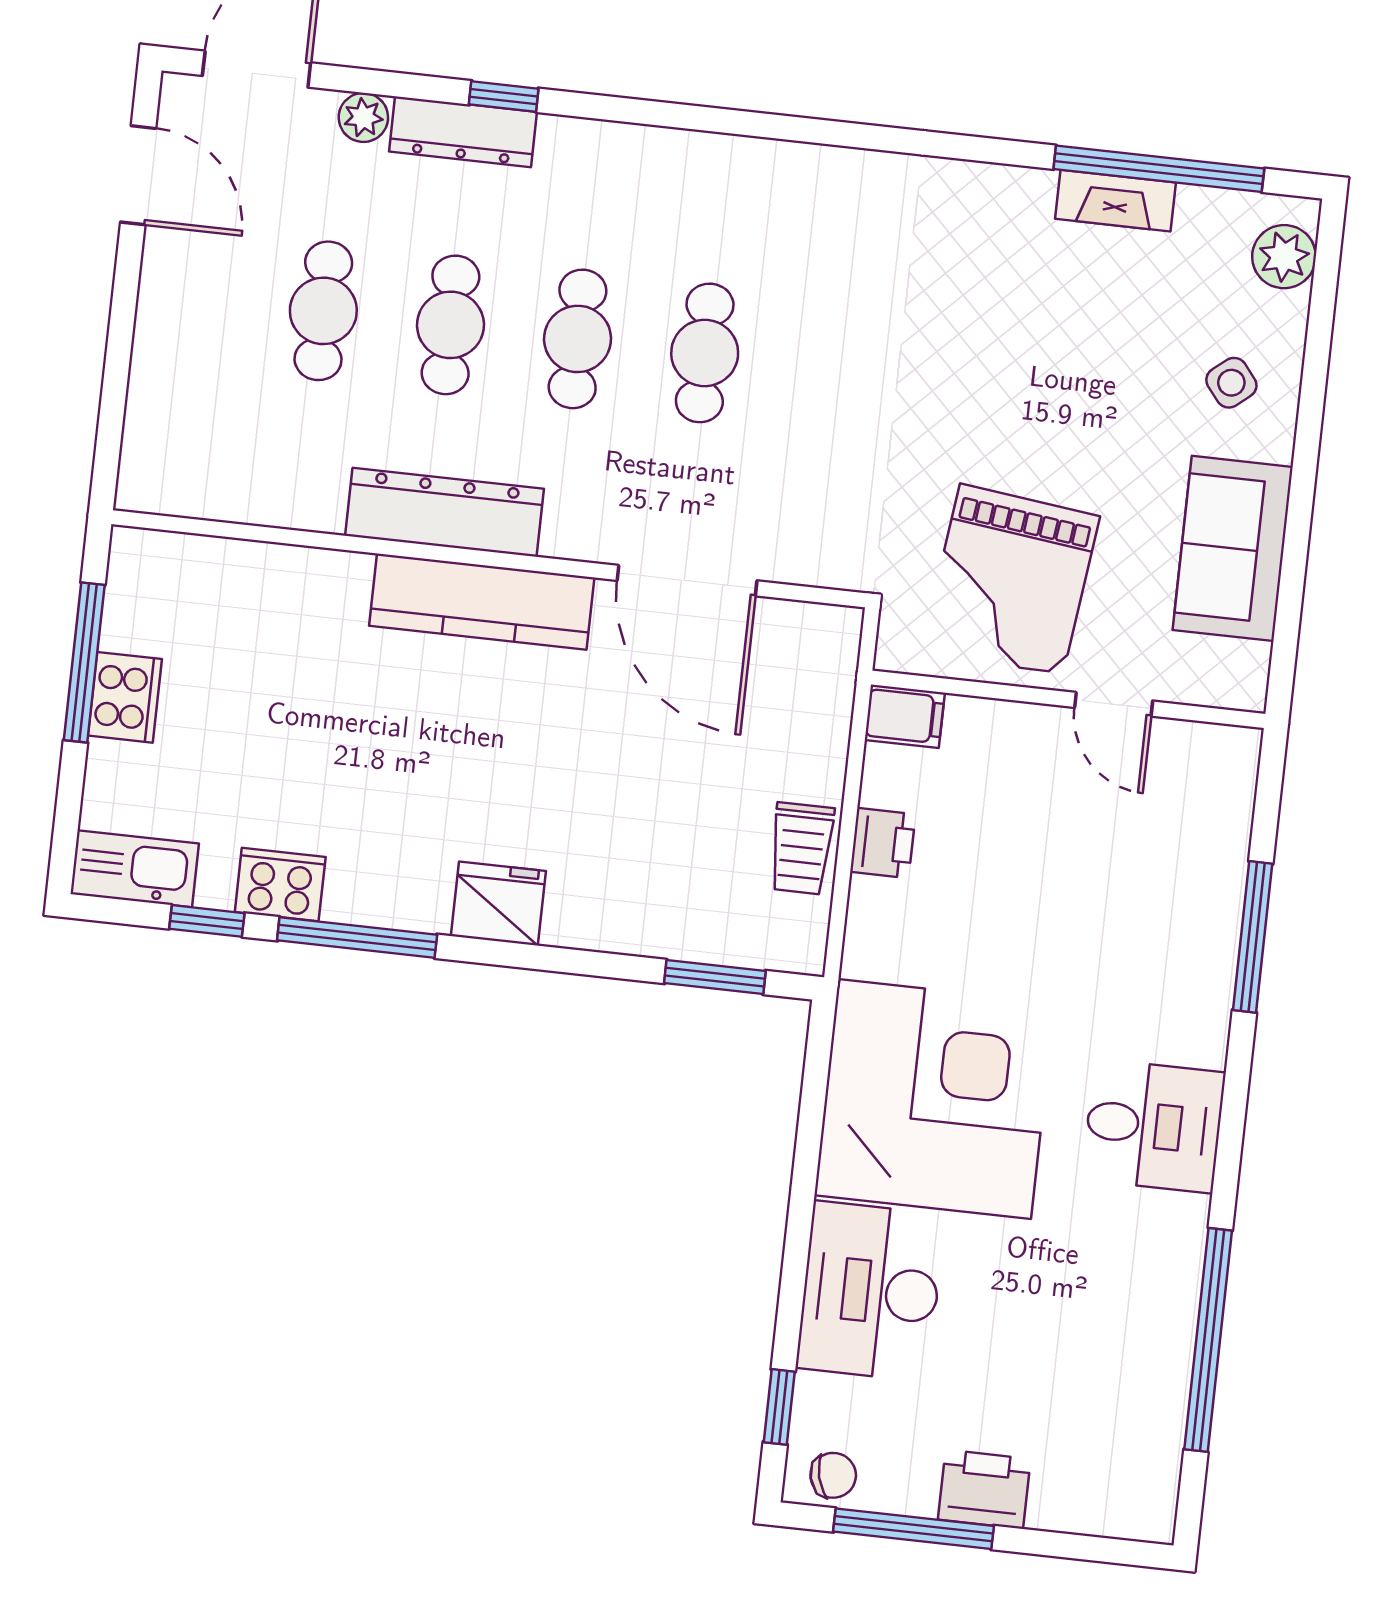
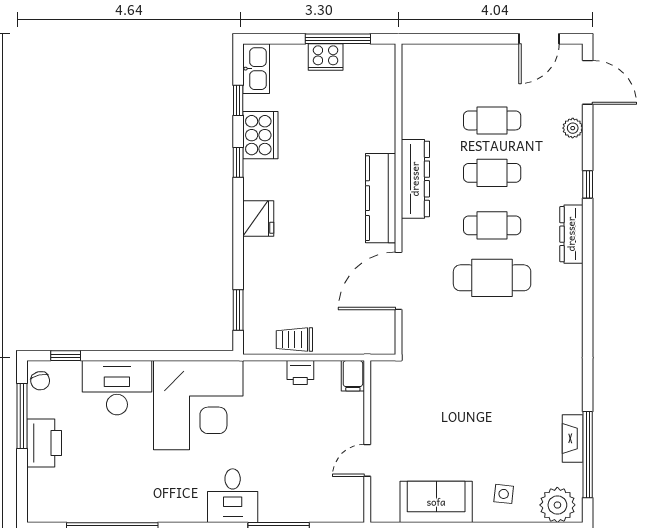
dresser: (463, 132) -> (571, 234), moved
plant: (1284, 257) -> (557, 505), width x1.36, depth x1.36
cafe table: (705, 353) -> (492, 278), width x1.37, depth x1.35
side table: (1231, 383) -> (504, 494), turned 45
grand piano: (1011, 580) -> (413, 413), removed
cooker: (280, 885) -> (260, 135), width x1.37, depth x1.31
window: (357, 937) -> (238, 162), width x0.46
desk: (1154, 1126) -> (233, 496), moved
printer: (984, 1489) -> (44, 443), width x1.37, depth x1.19

